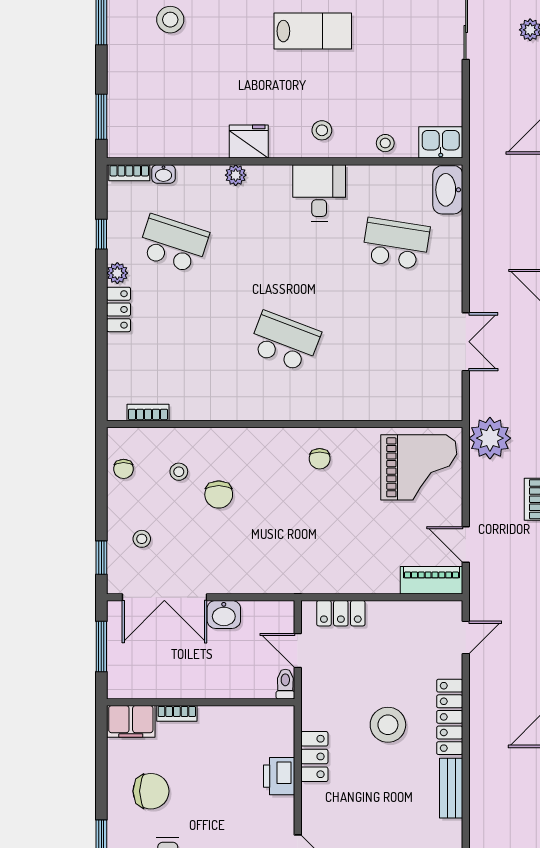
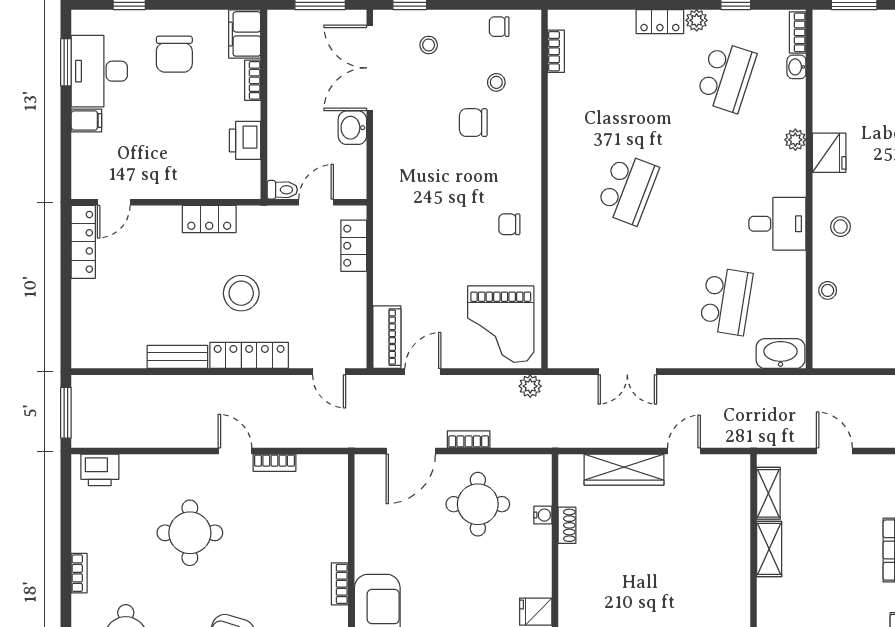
kitchen sink: (441, 142) -> (828, 346), removed
plant: (490, 438) -> (530, 386), width x0.53, depth x0.53
printer: (279, 776) -> (245, 140), moved, turned -90

